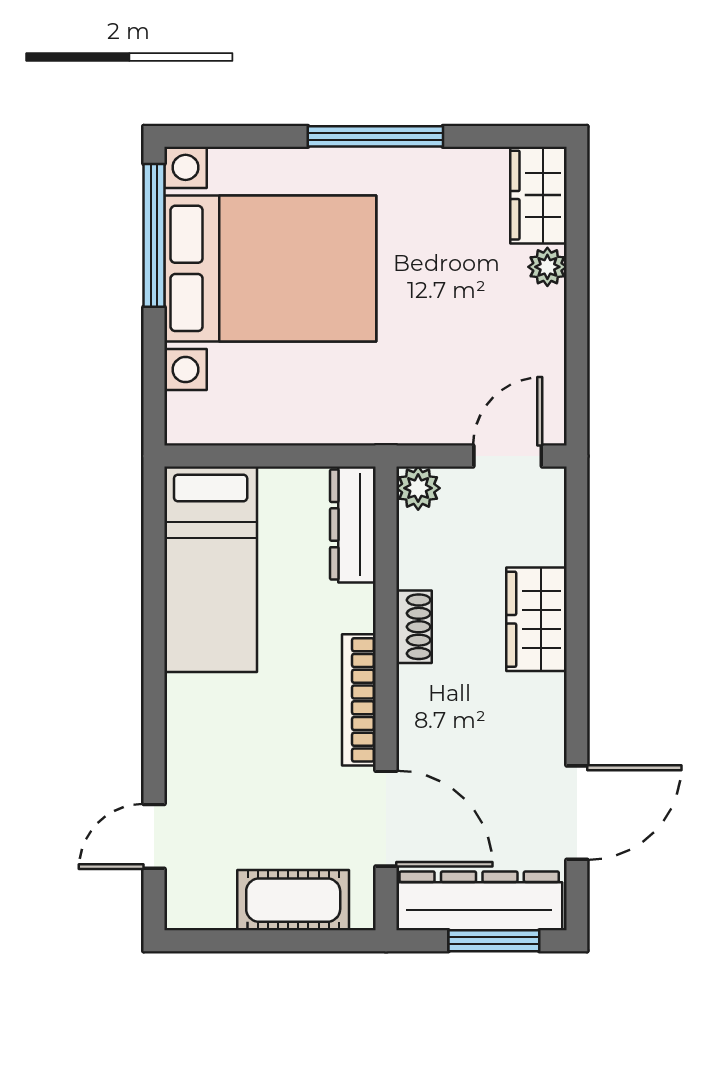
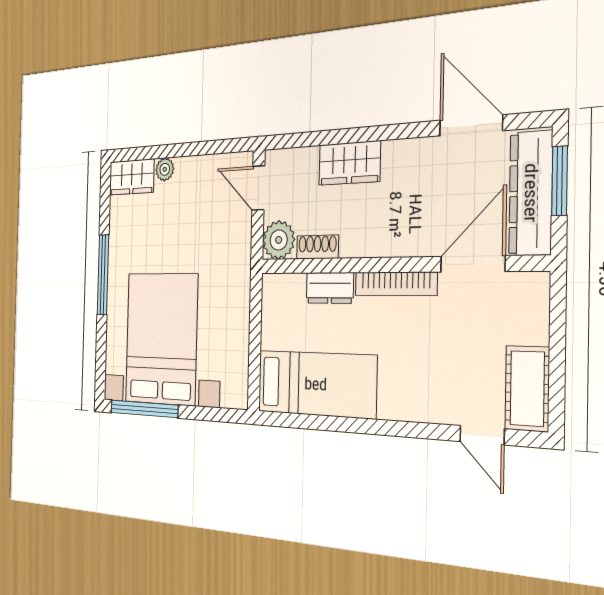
plant: (418, 488) -> (279, 240), width x1.38, depth x1.38
dresser: (353, 525) -> (330, 288), moved, width x0.70
shoe rack: (414, 627) -> (317, 247), moved
cot: (293, 900) -> (527, 389), moved

